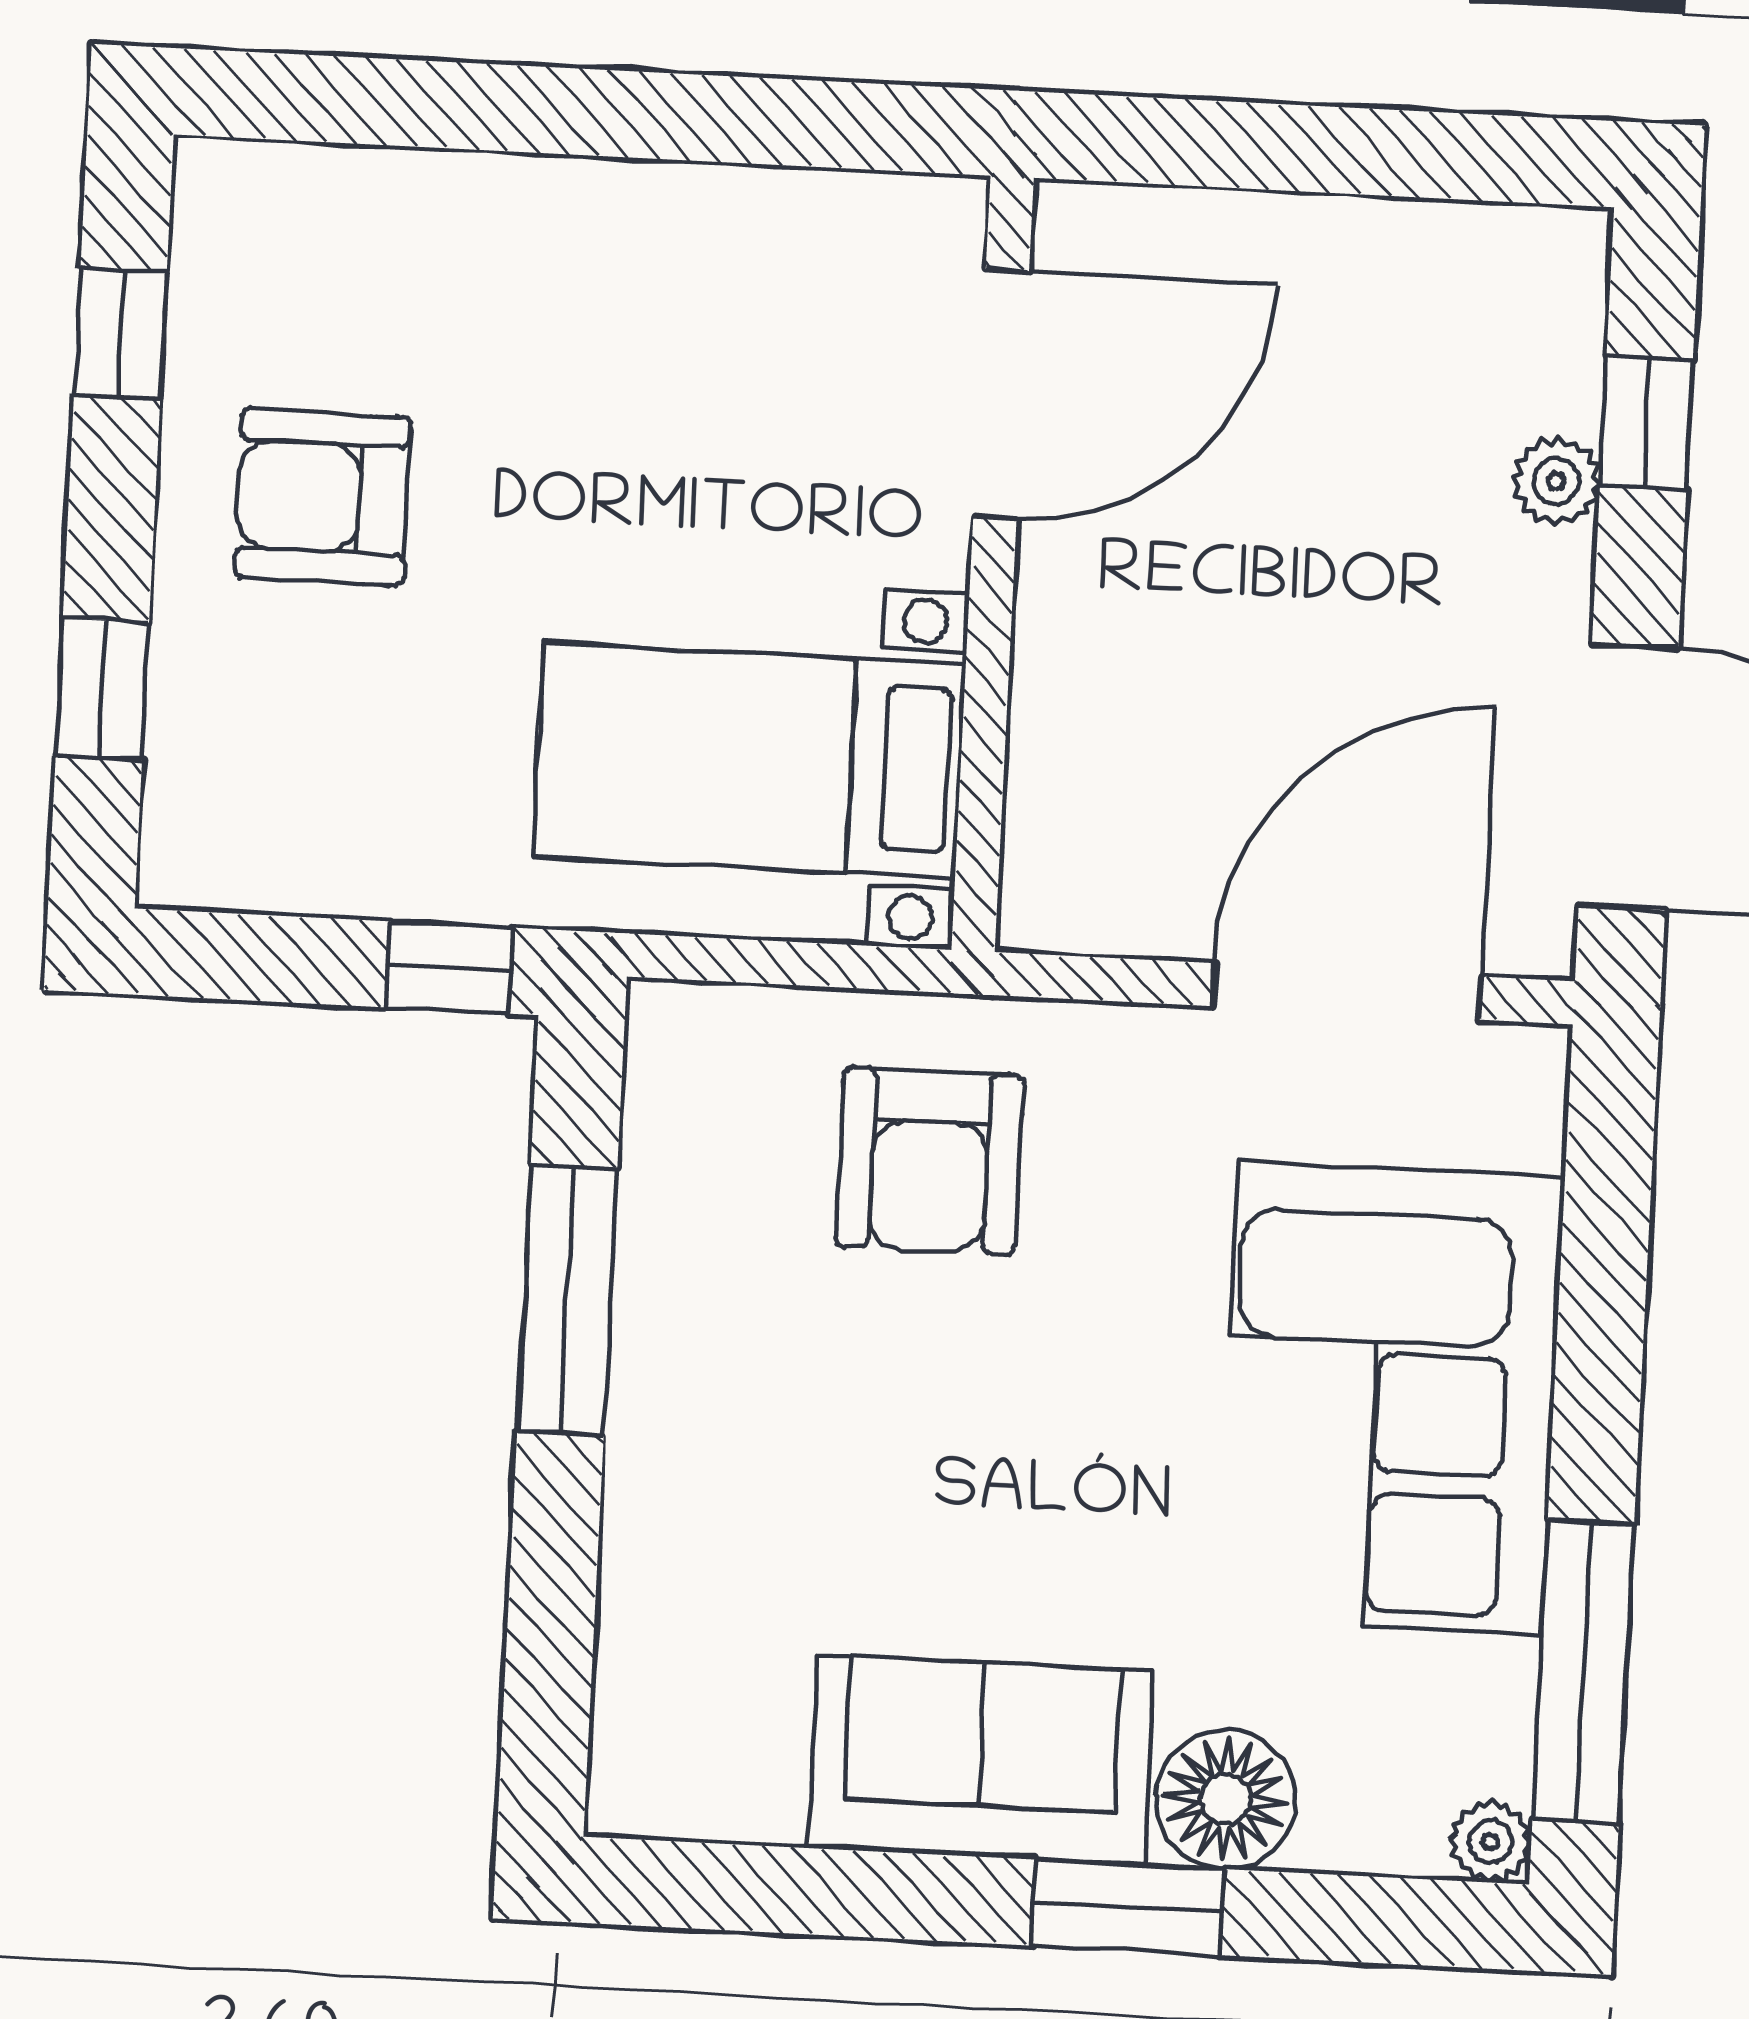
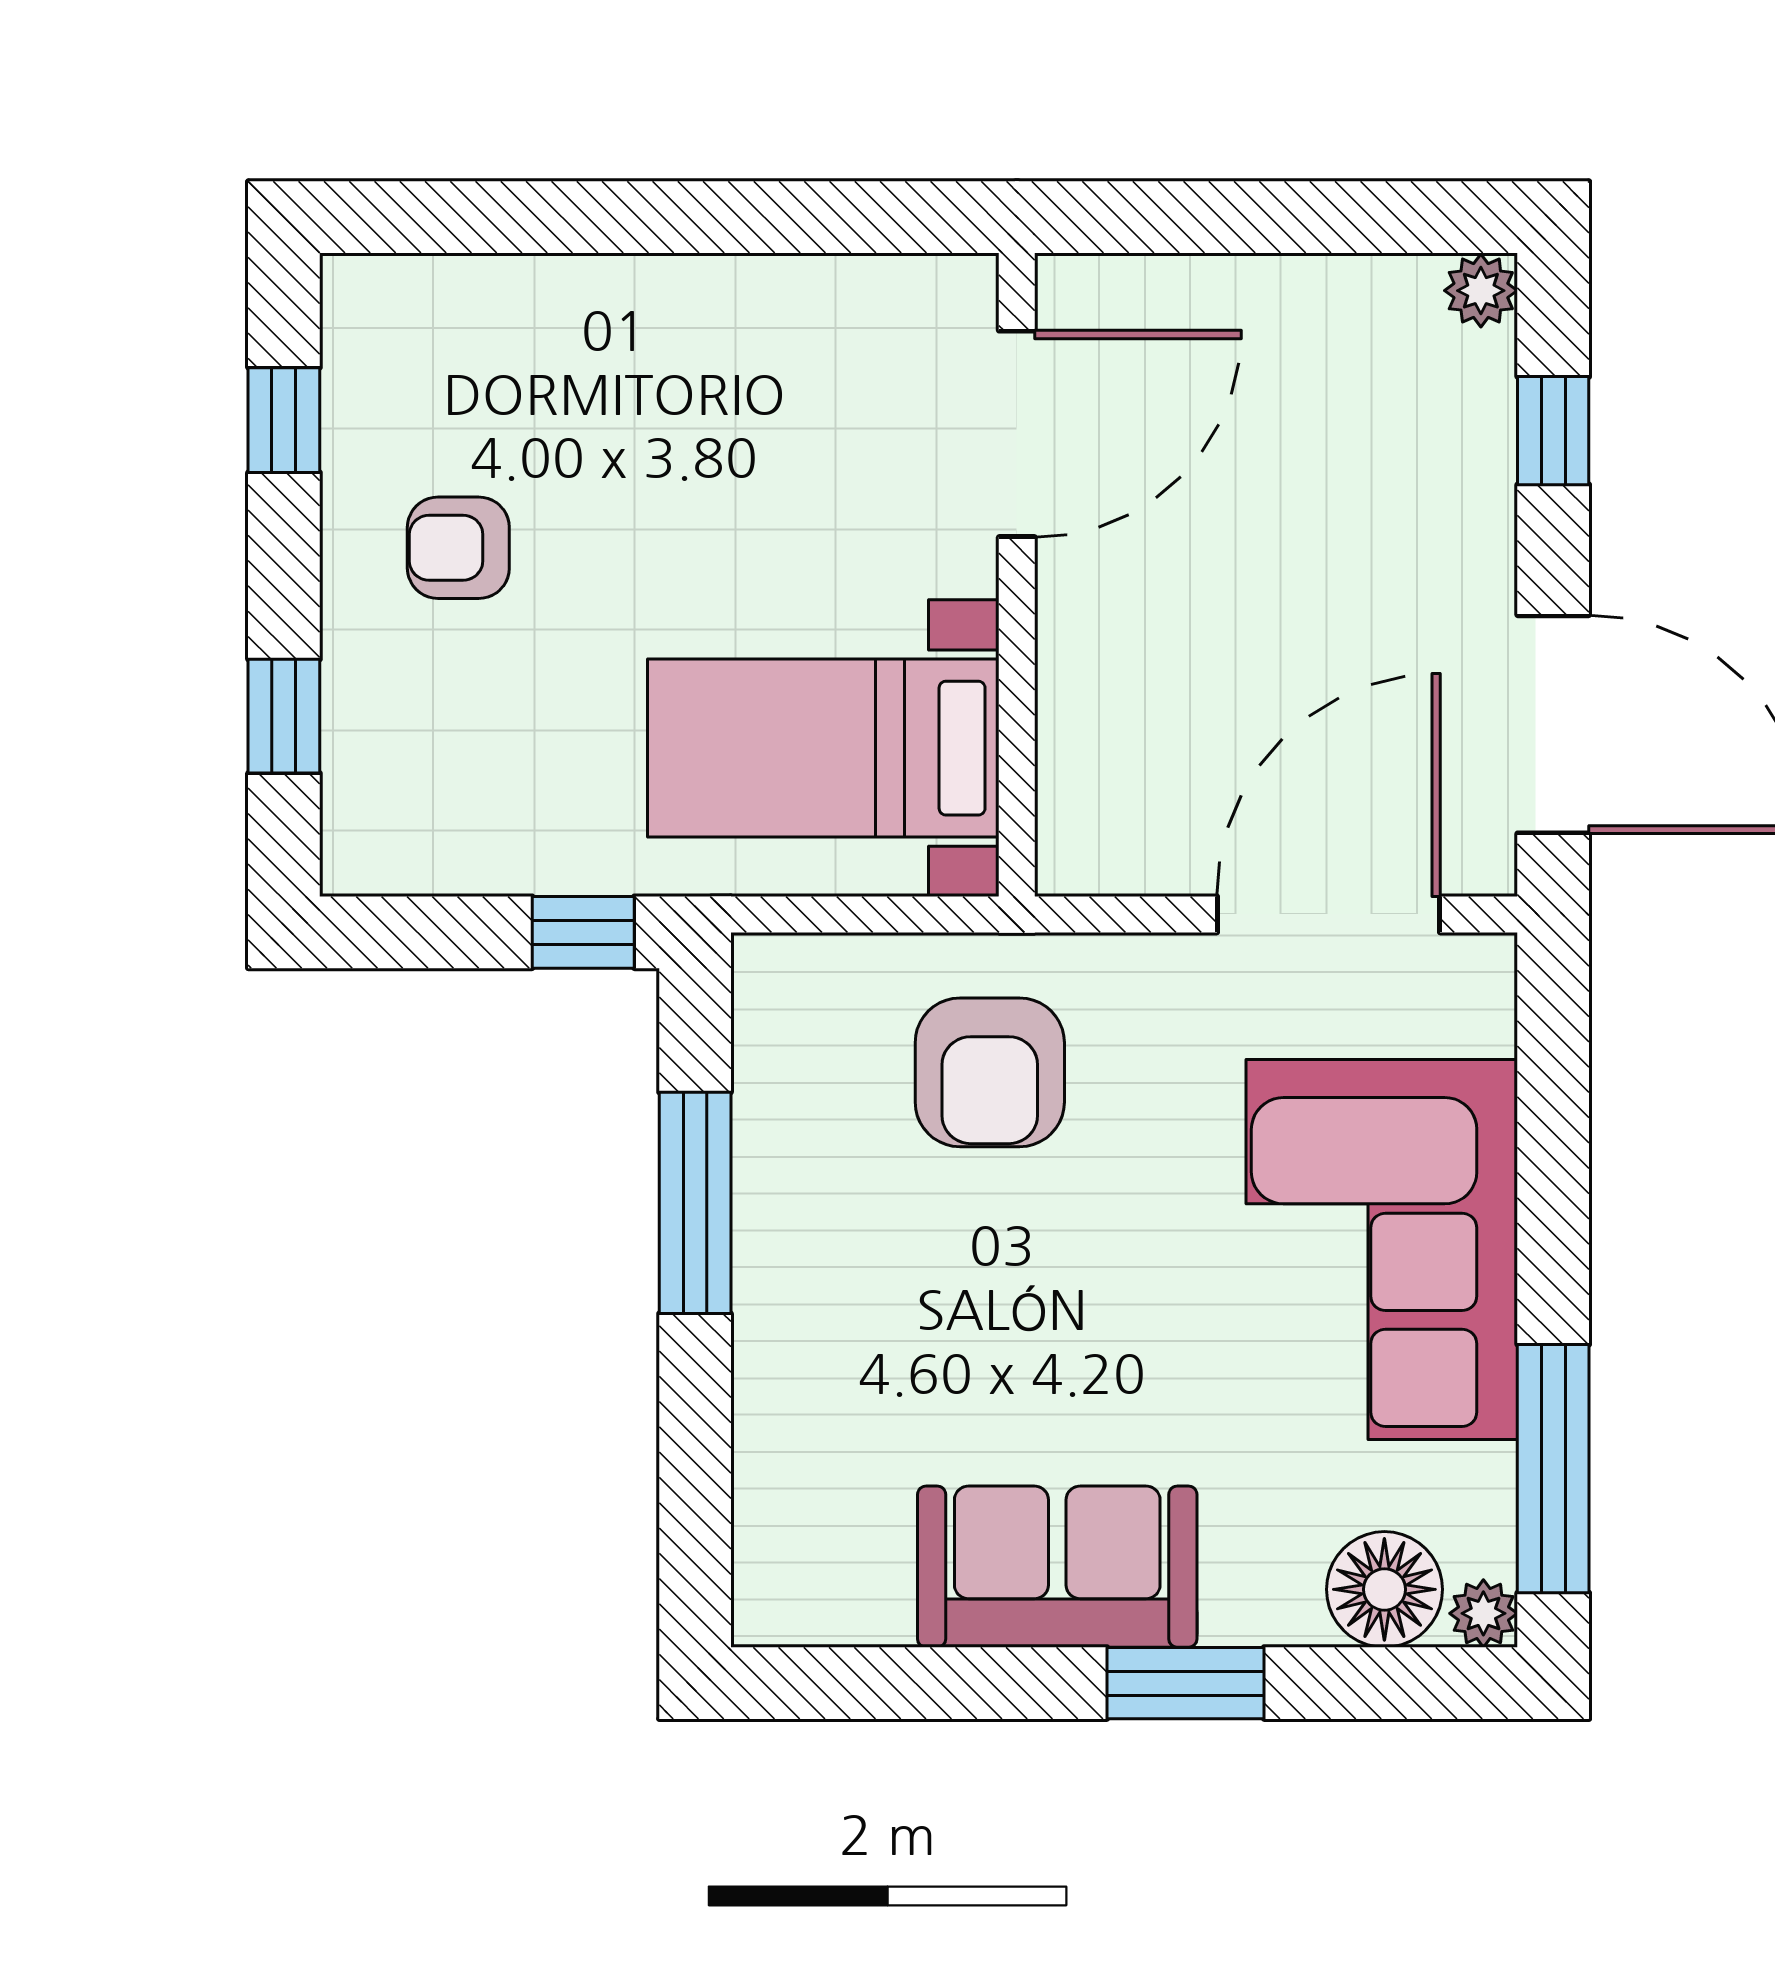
plant: (1556, 481) -> (1481, 291), moved
armchair: (322, 497) -> (458, 548), width x0.72, depth x0.72
floor lamp: (1226, 1799) -> (1384, 1589), moved

